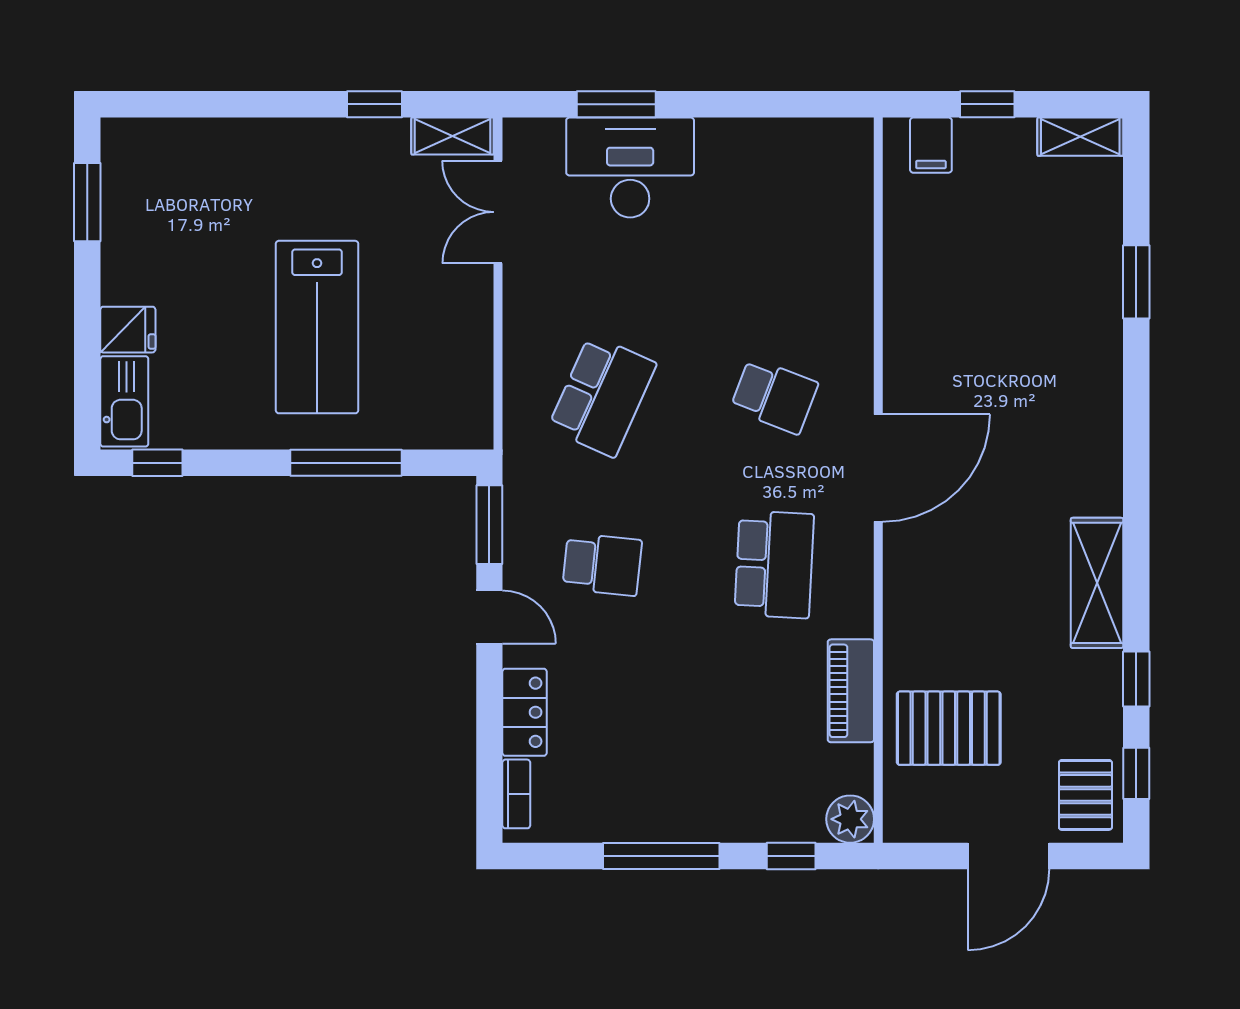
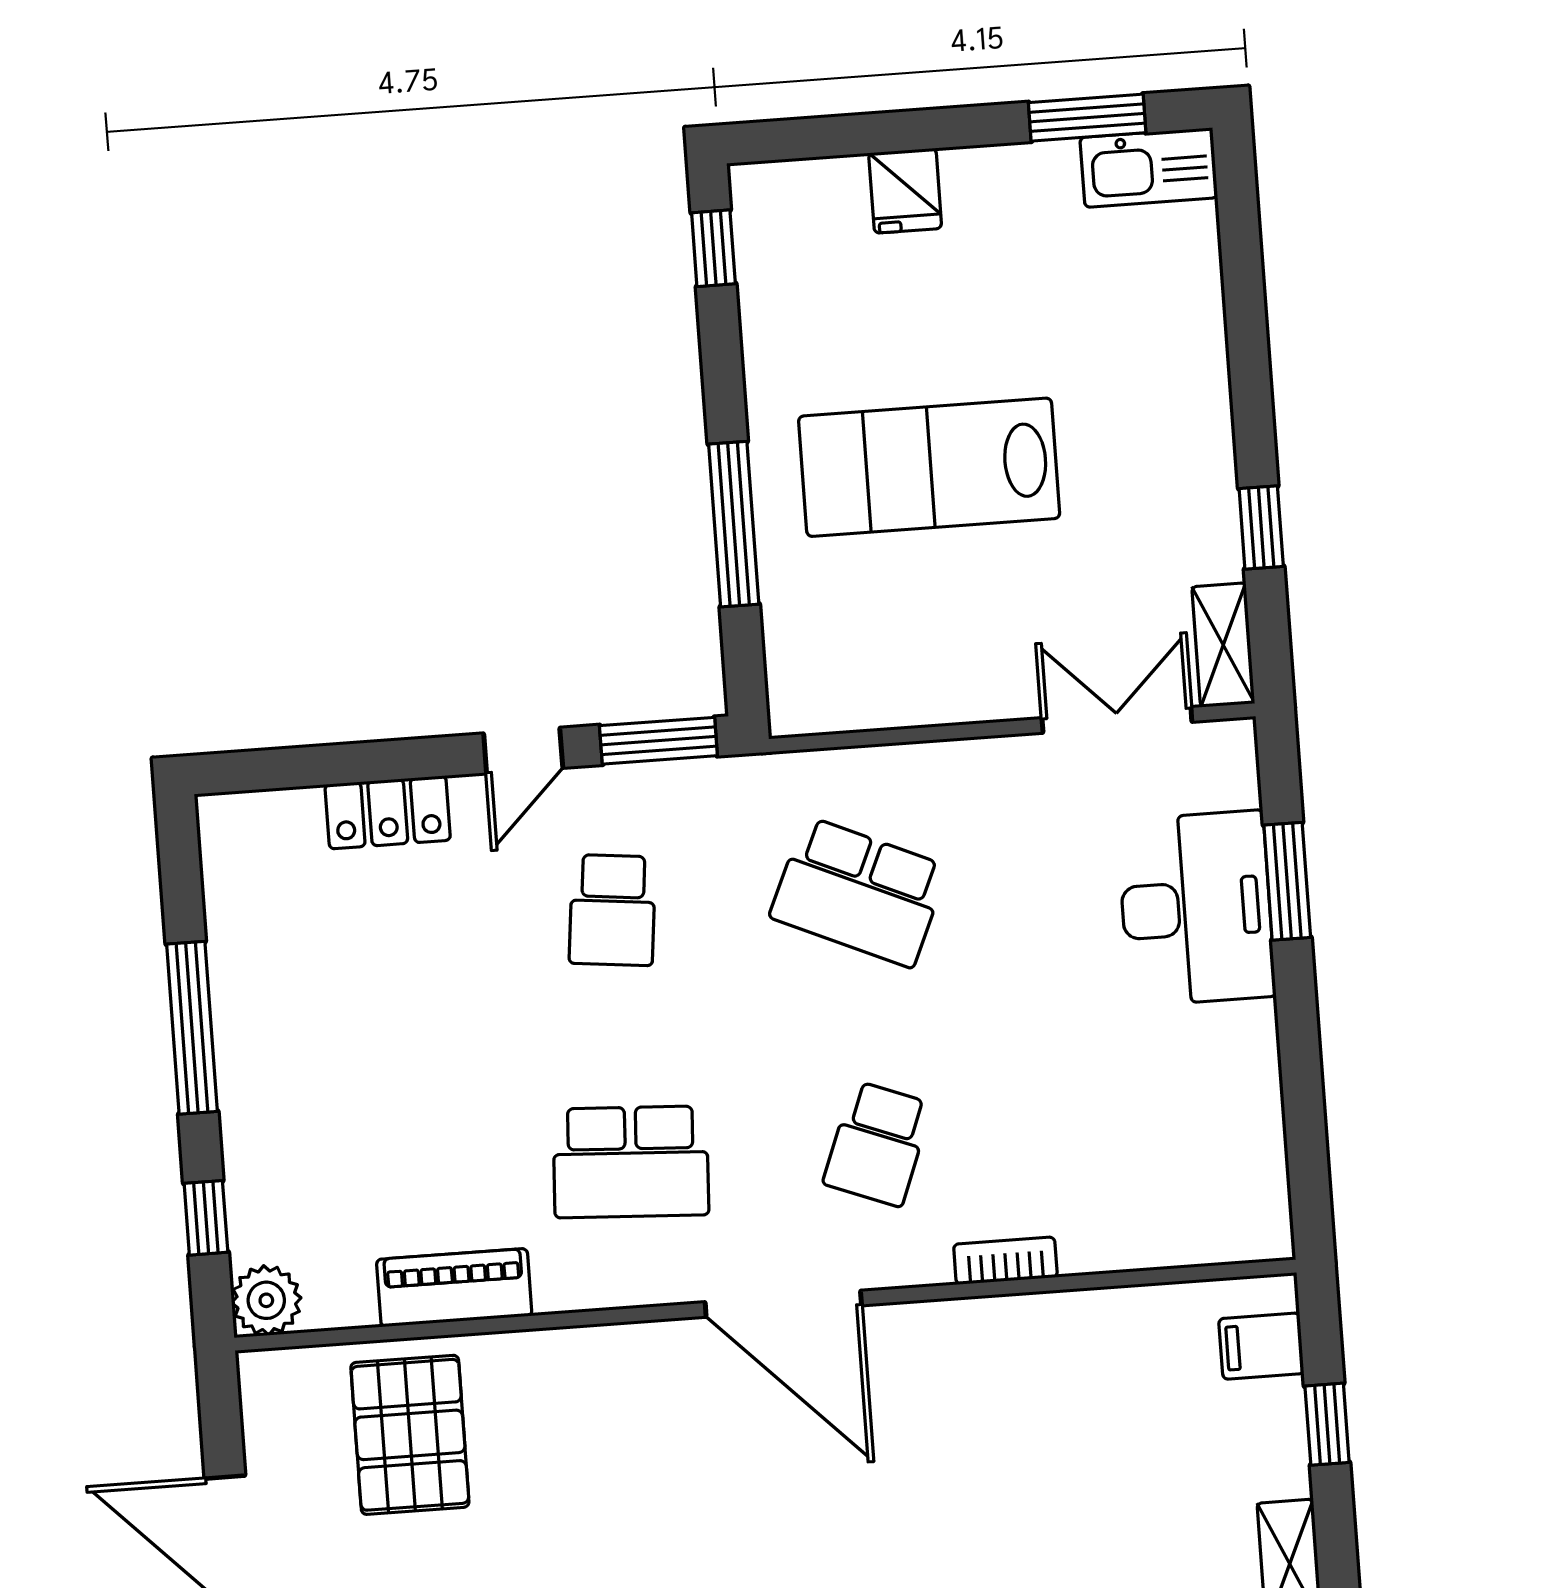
kitchen sink: (124, 401) -> (1149, 168), moved
bookcase: (516, 794) -> (1005, 1261), moved, turned 180

